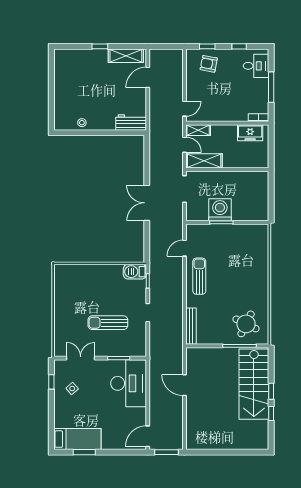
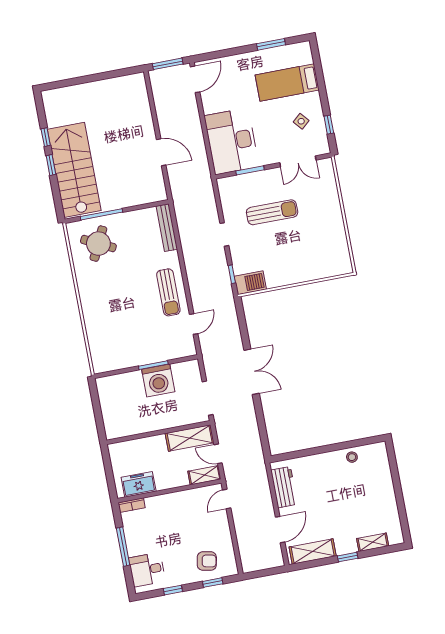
shelving: (78, 54) -> (373, 542), added
workbench: (131, 122) -> (284, 487), moved, turned -90
bed: (77, 439) -> (287, 82), moved

